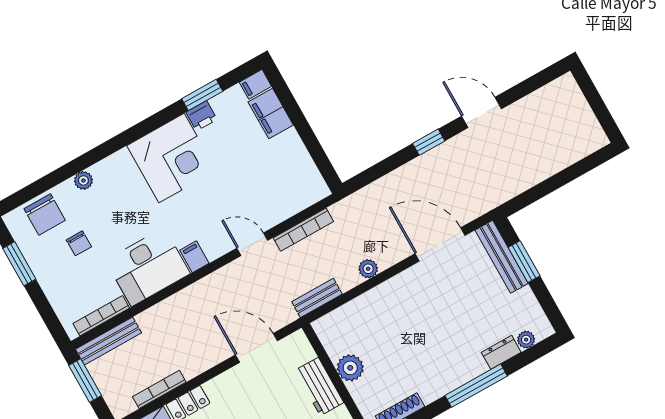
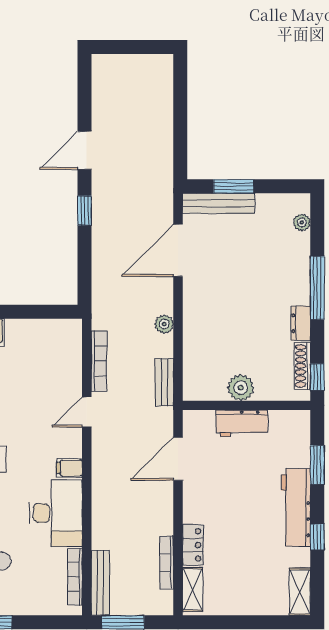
dresser: (501, 352) -> (301, 323), moved

